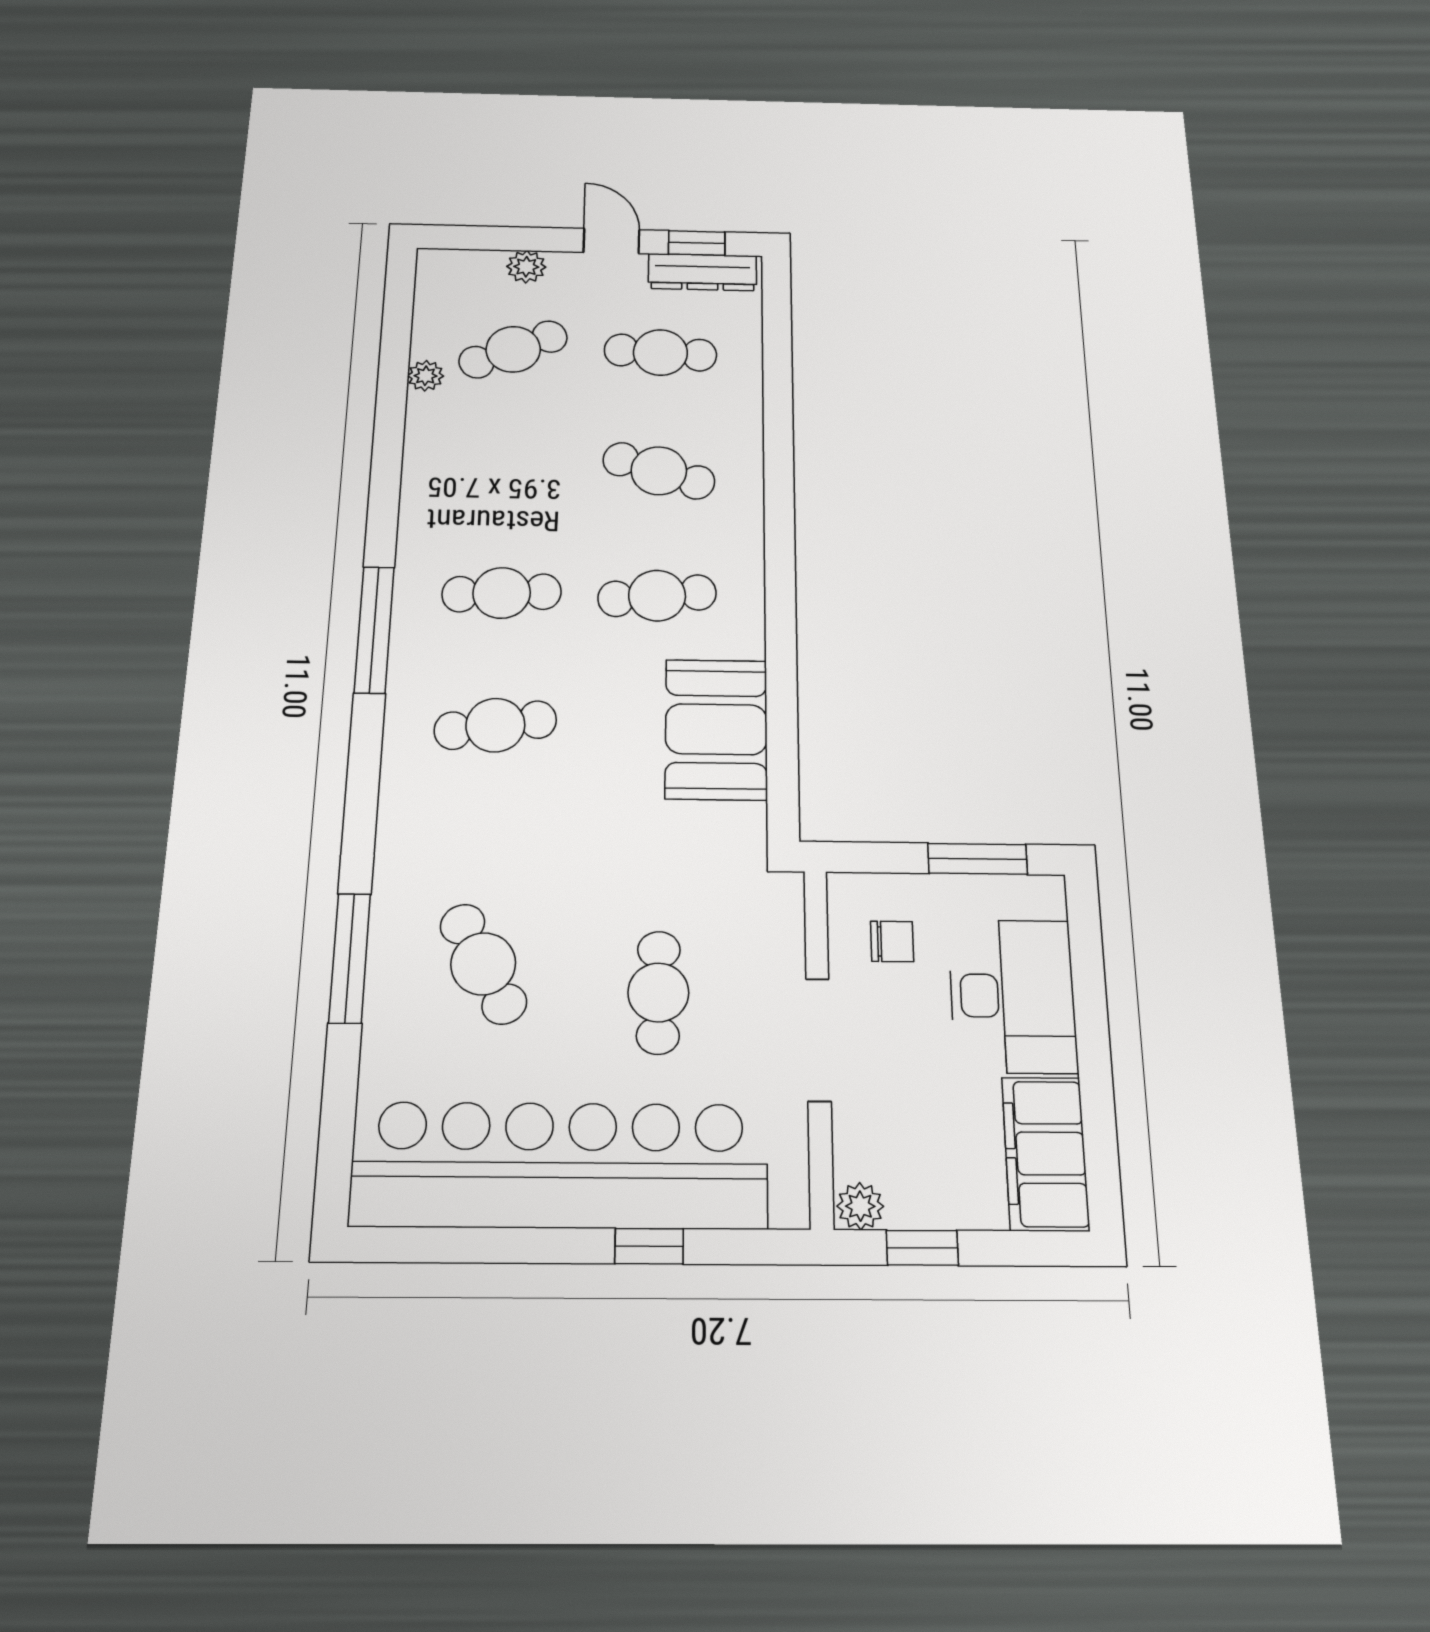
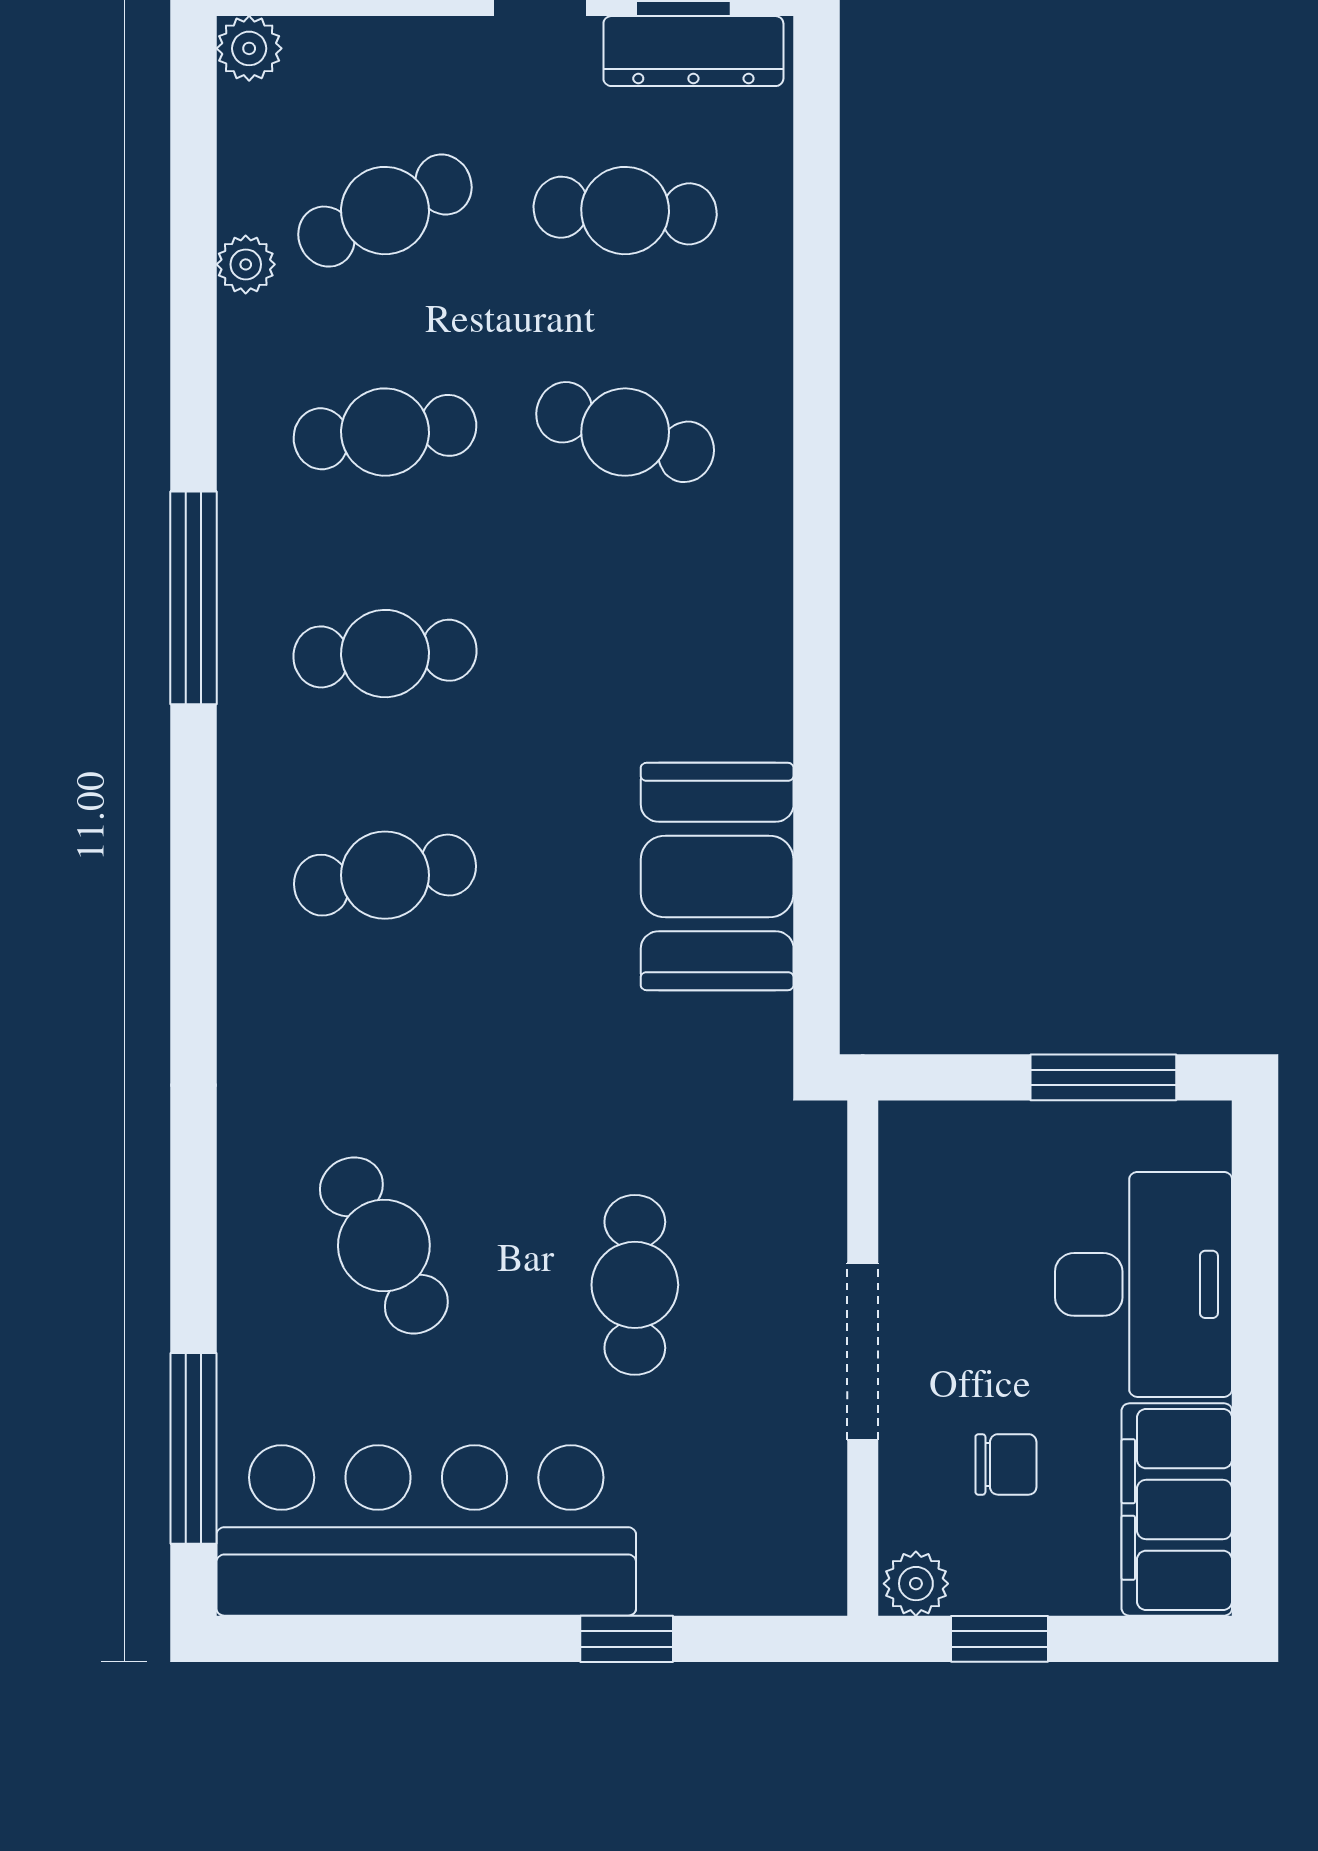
plant: (526, 267) -> (249, 48), moved
cafe table: (657, 596) -> (385, 432), moved
window: (374, 629) -> (194, 598), moved
chair: (892, 941) -> (1006, 1464), moved
window: (350, 958) -> (194, 1448), moved
bar counter: (560, 1165) -> (426, 1530), width x0.73

